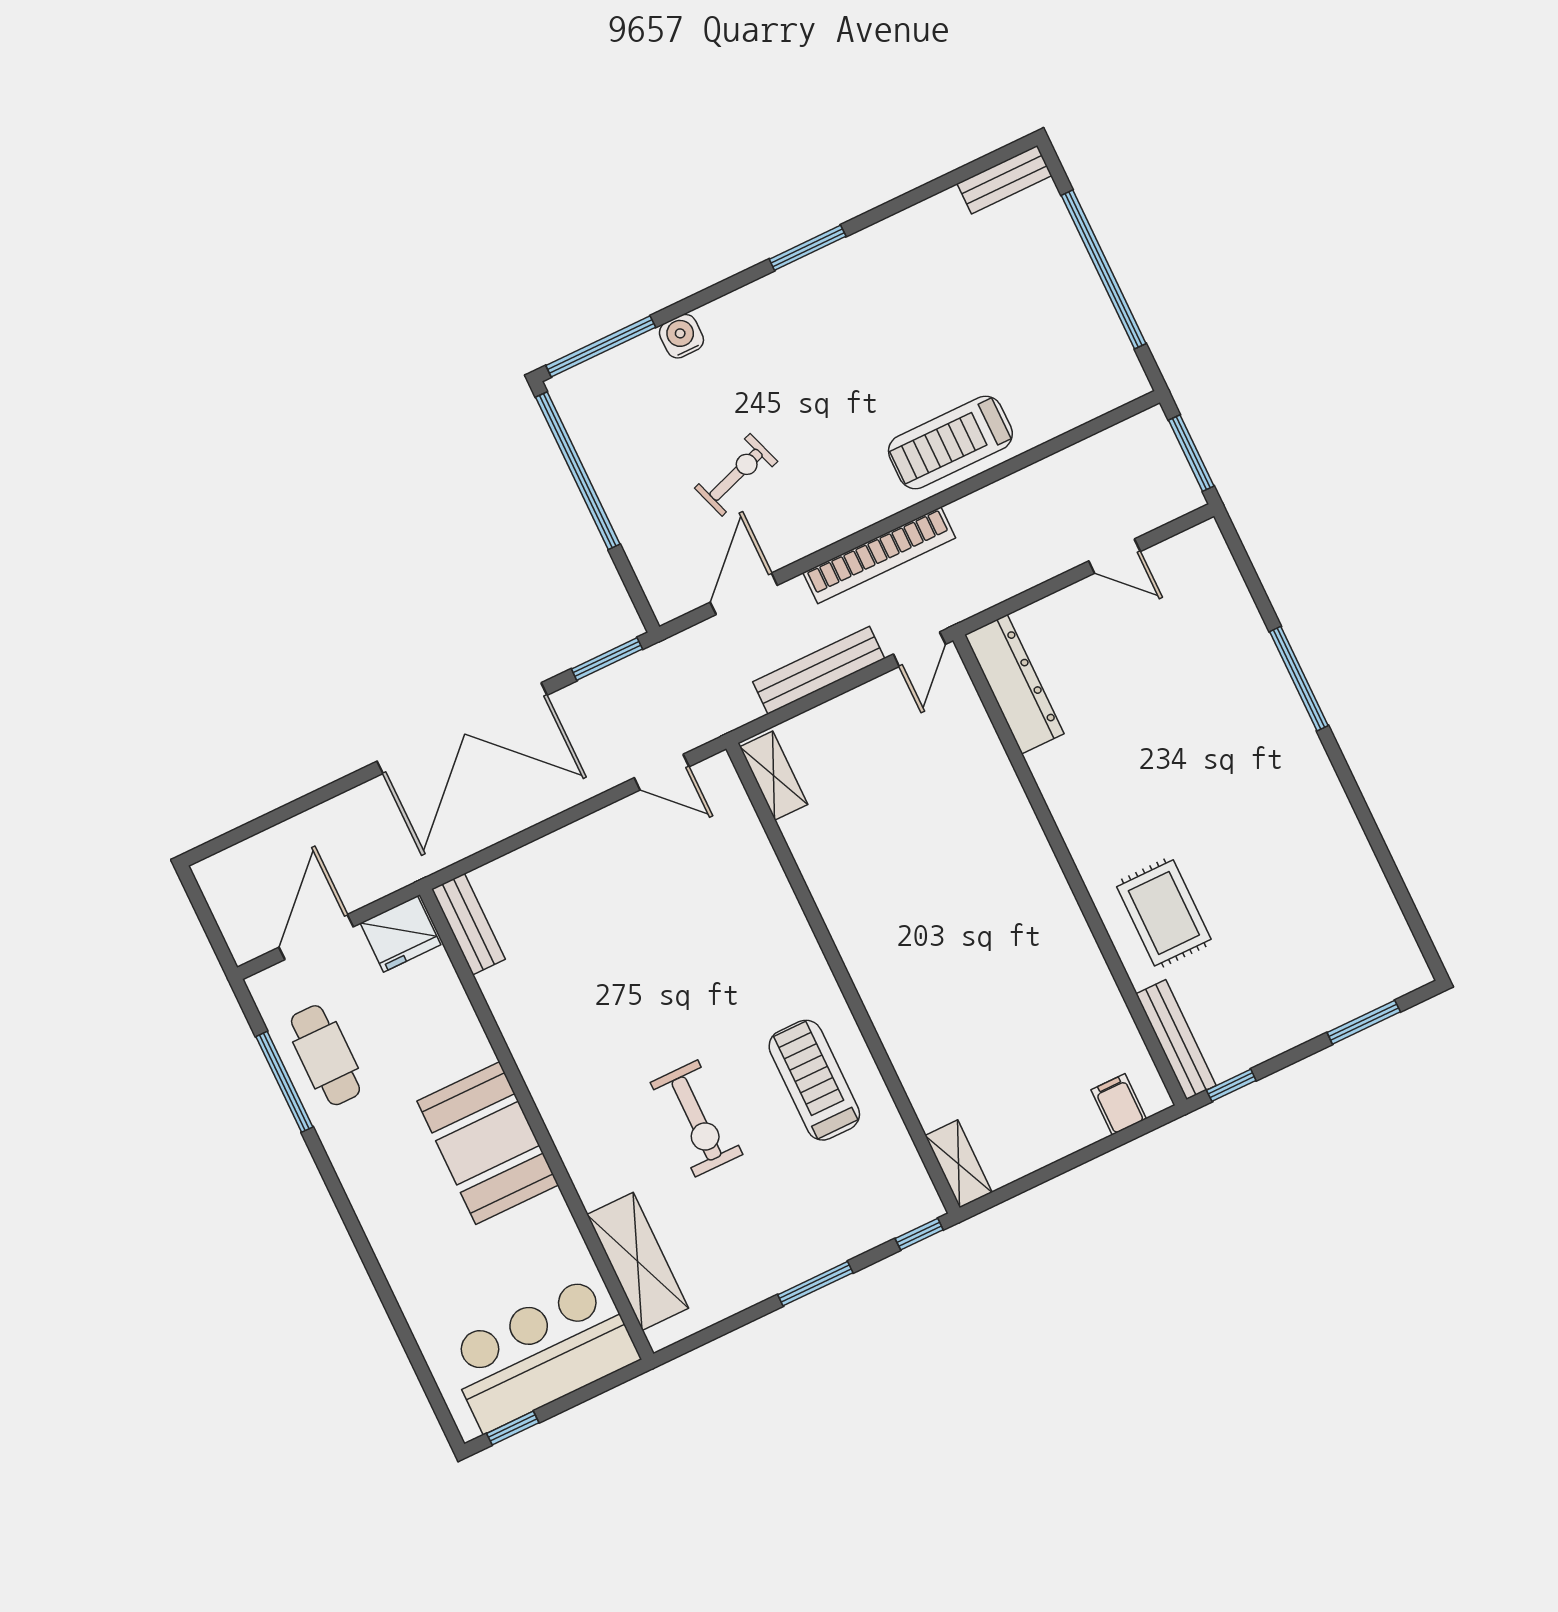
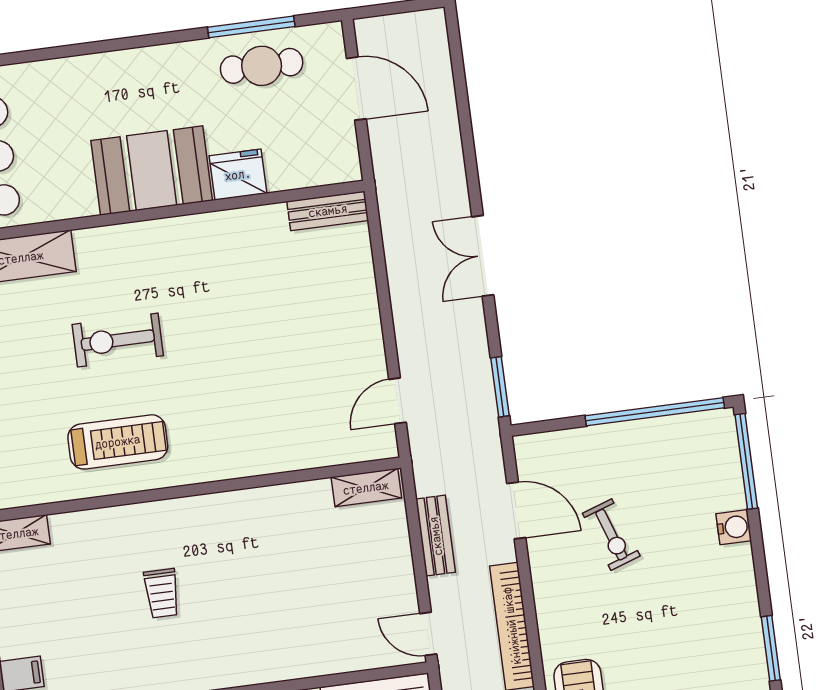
bench: (819, 670) -> (436, 536), width x0.73
double door: (462, 728) -> (483, 256), width x0.54
fridge: (400, 934) -> (238, 175), moved, turned 90
trolley: (973, 972) -> (162, 593), added

